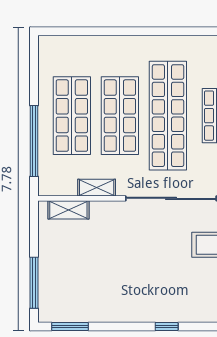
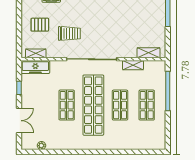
shop shelf: (72, 116) -> (147, 105), width x0.70, depth x0.74
shop shelf: (120, 116) -> (120, 105), width x0.70, depth x0.74

